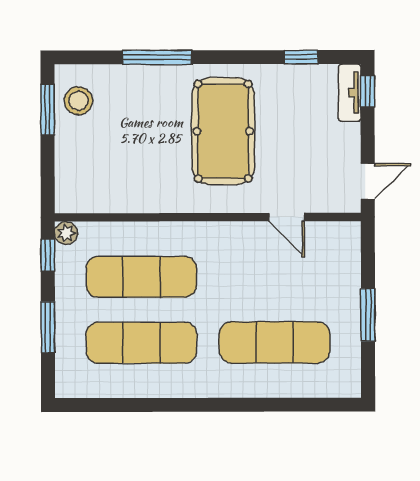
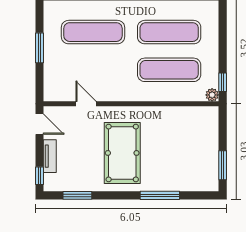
window: (301, 57) -> (77, 195), width x1.50
tv unit: (350, 93) -> (50, 156), moved
stool: (78, 101) -> (205, 170), removed
door: (368, 181) -> (40, 124), swing flipped
window: (48, 327) -> (223, 41), removed

